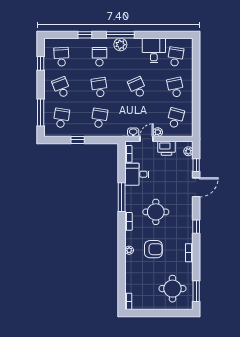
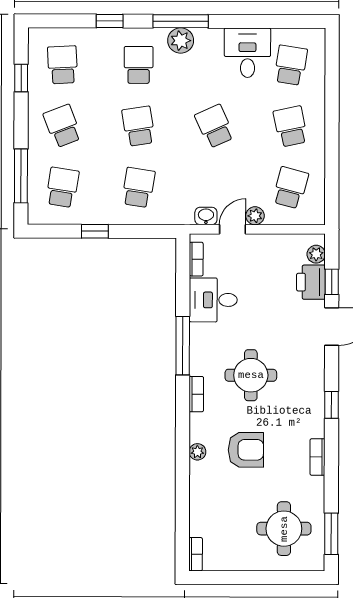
printer: (166, 148) -> (311, 282), moved, turned 90

